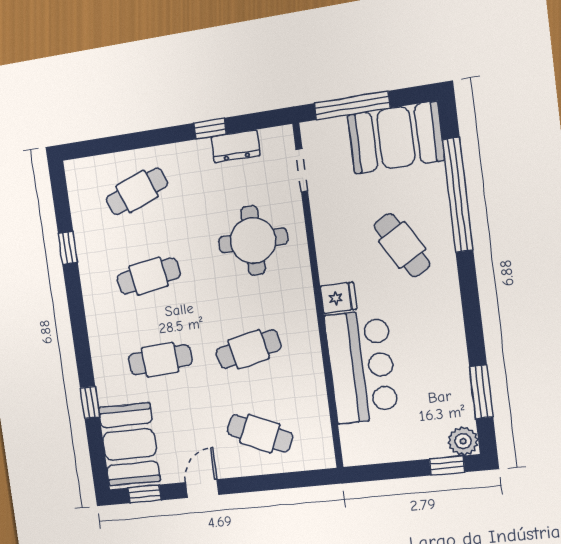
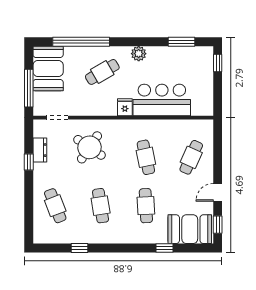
round table: (253, 240) -> (89, 147), turned 34
plant: (463, 441) -> (139, 54), moved
door: (202, 489) -> (218, 192), hinge flipped

